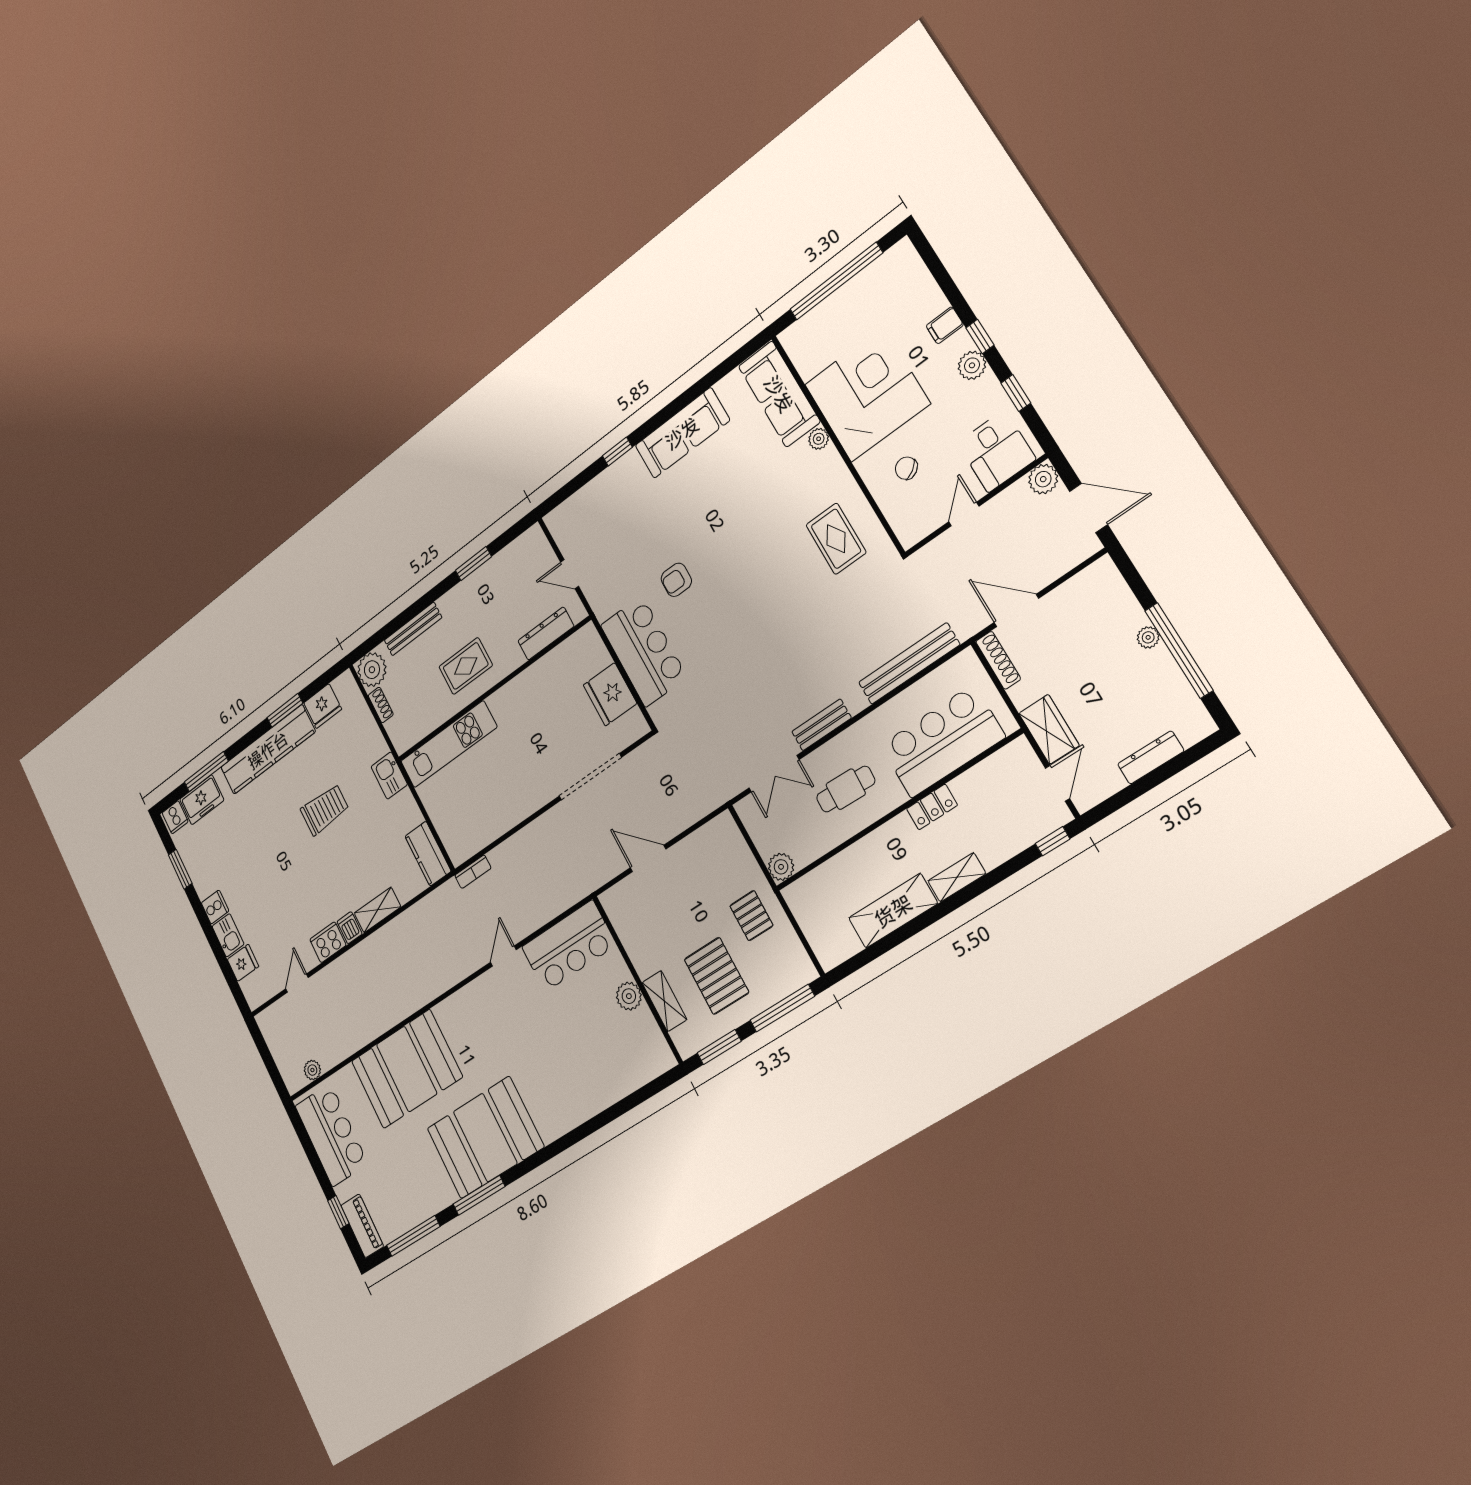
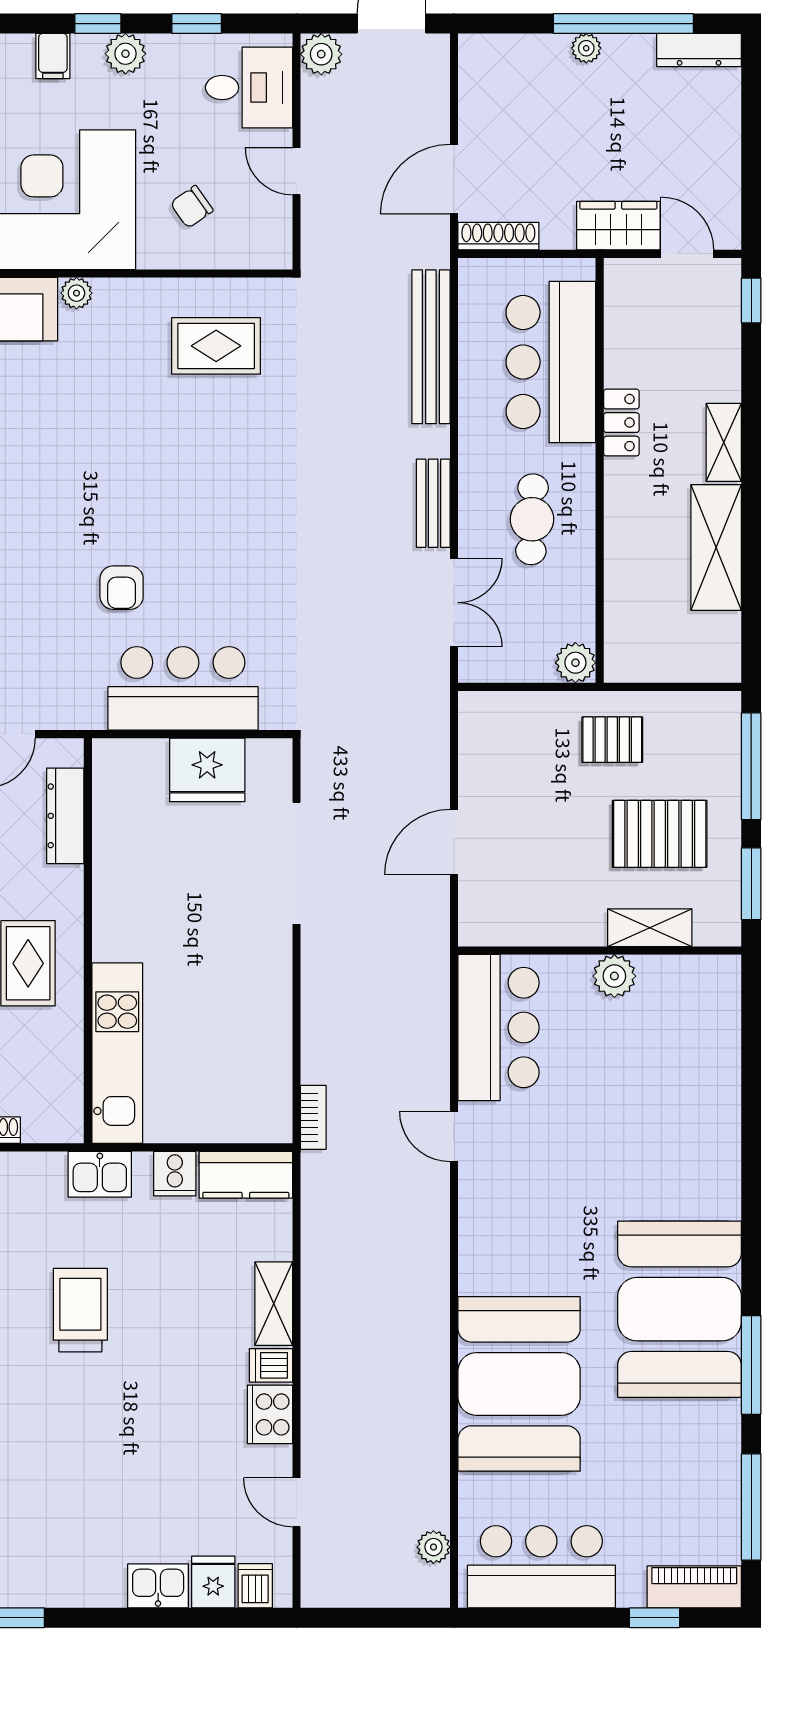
dresser: (1151, 757) -> (699, 50), moved, turned -90
cooker: (215, 907) -> (175, 1174), moved, turned 180
dishwasher: (252, 986) -> (255, 1586), added

